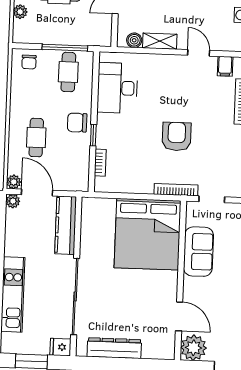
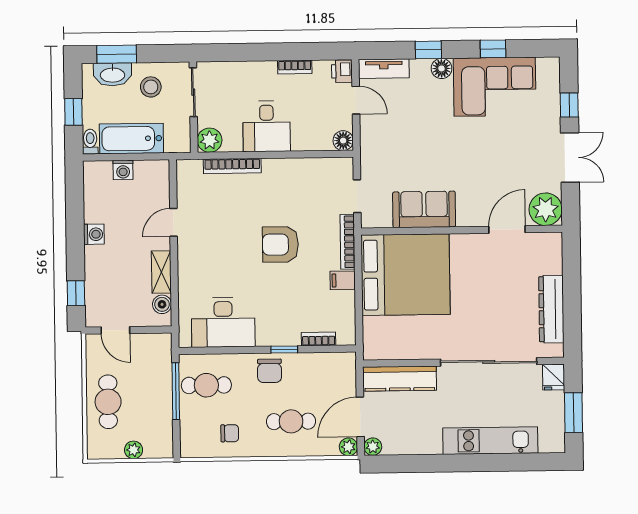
chair: (29, 62) -> (230, 433), moved
filing cabinet: (225, 66) -> (343, 280), moved, turned 180

